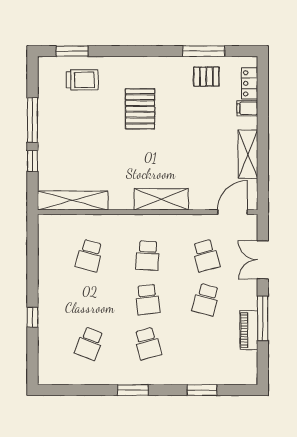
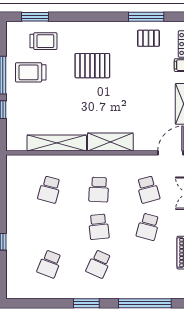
pallet: (140, 109) -> (92, 66), turned 90
trolley: (67, 117) -> (31, 72), added
shelving: (73, 200) -> (57, 143), moved
school desk: (148, 344) -> (99, 264), turned 39
window: (202, 390) -> (145, 303), width x2.11

